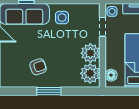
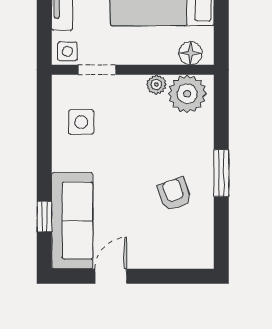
side table: (62, 18) -> (81, 122), moved
plant: (90, 53) -> (156, 84), width x0.53, depth x0.53

